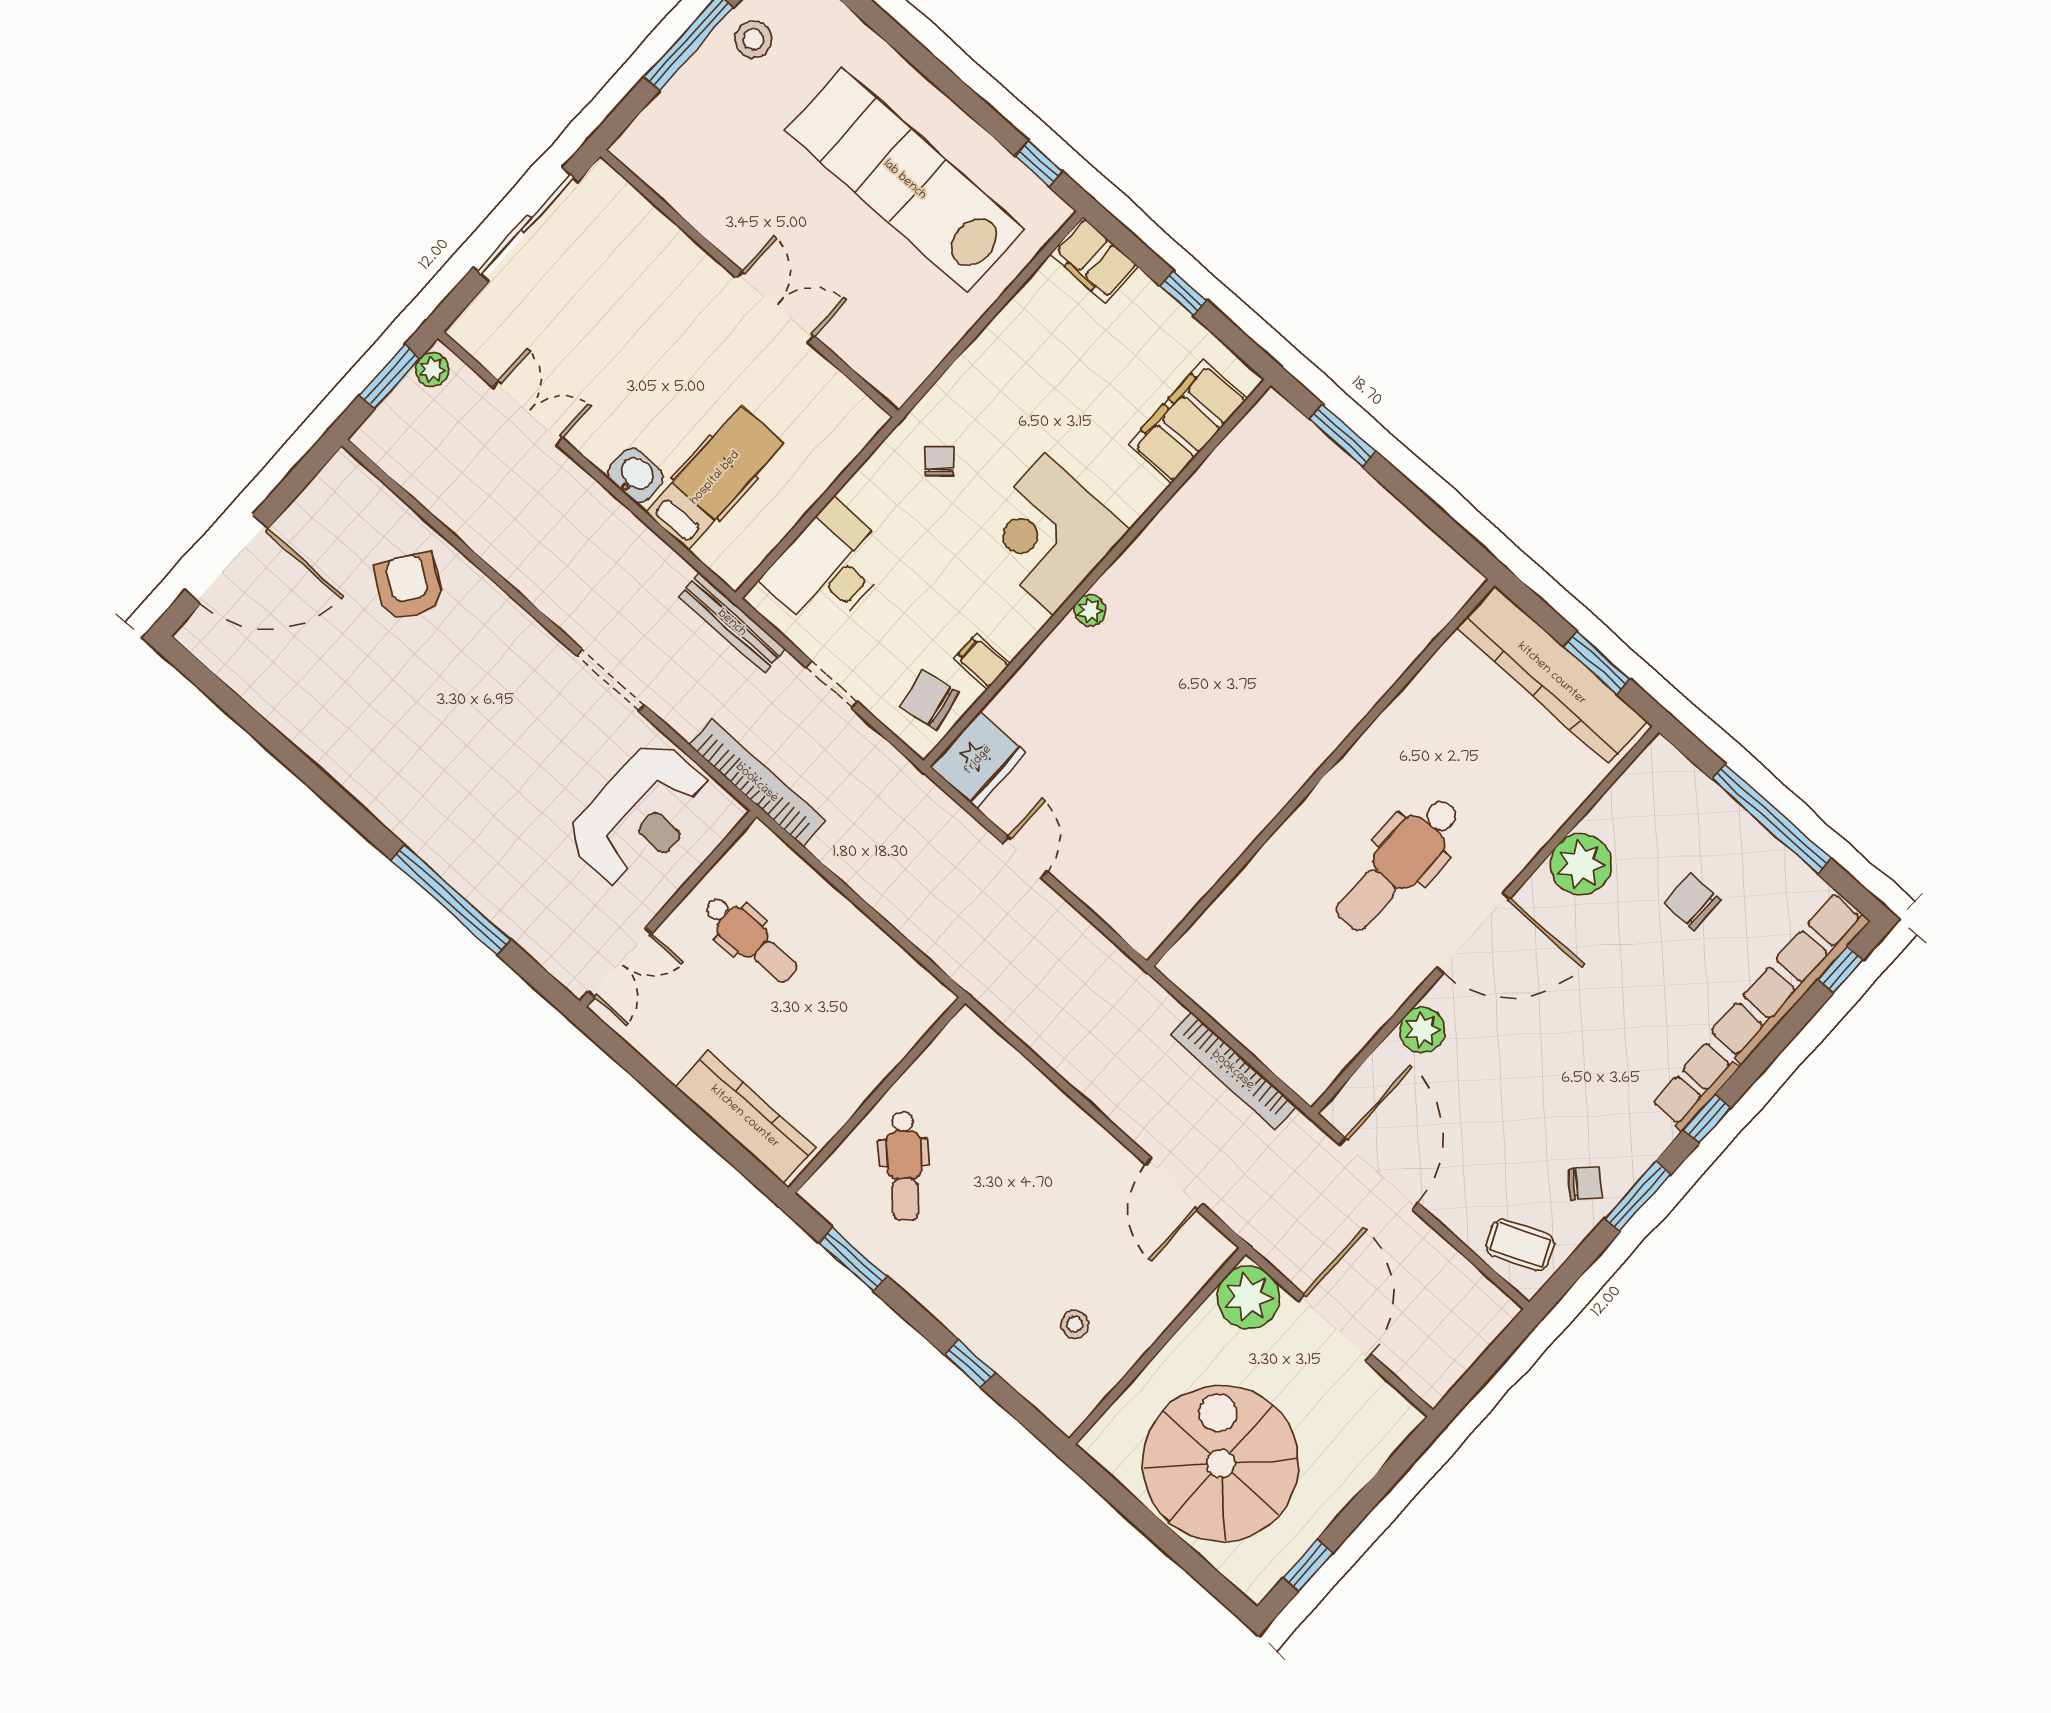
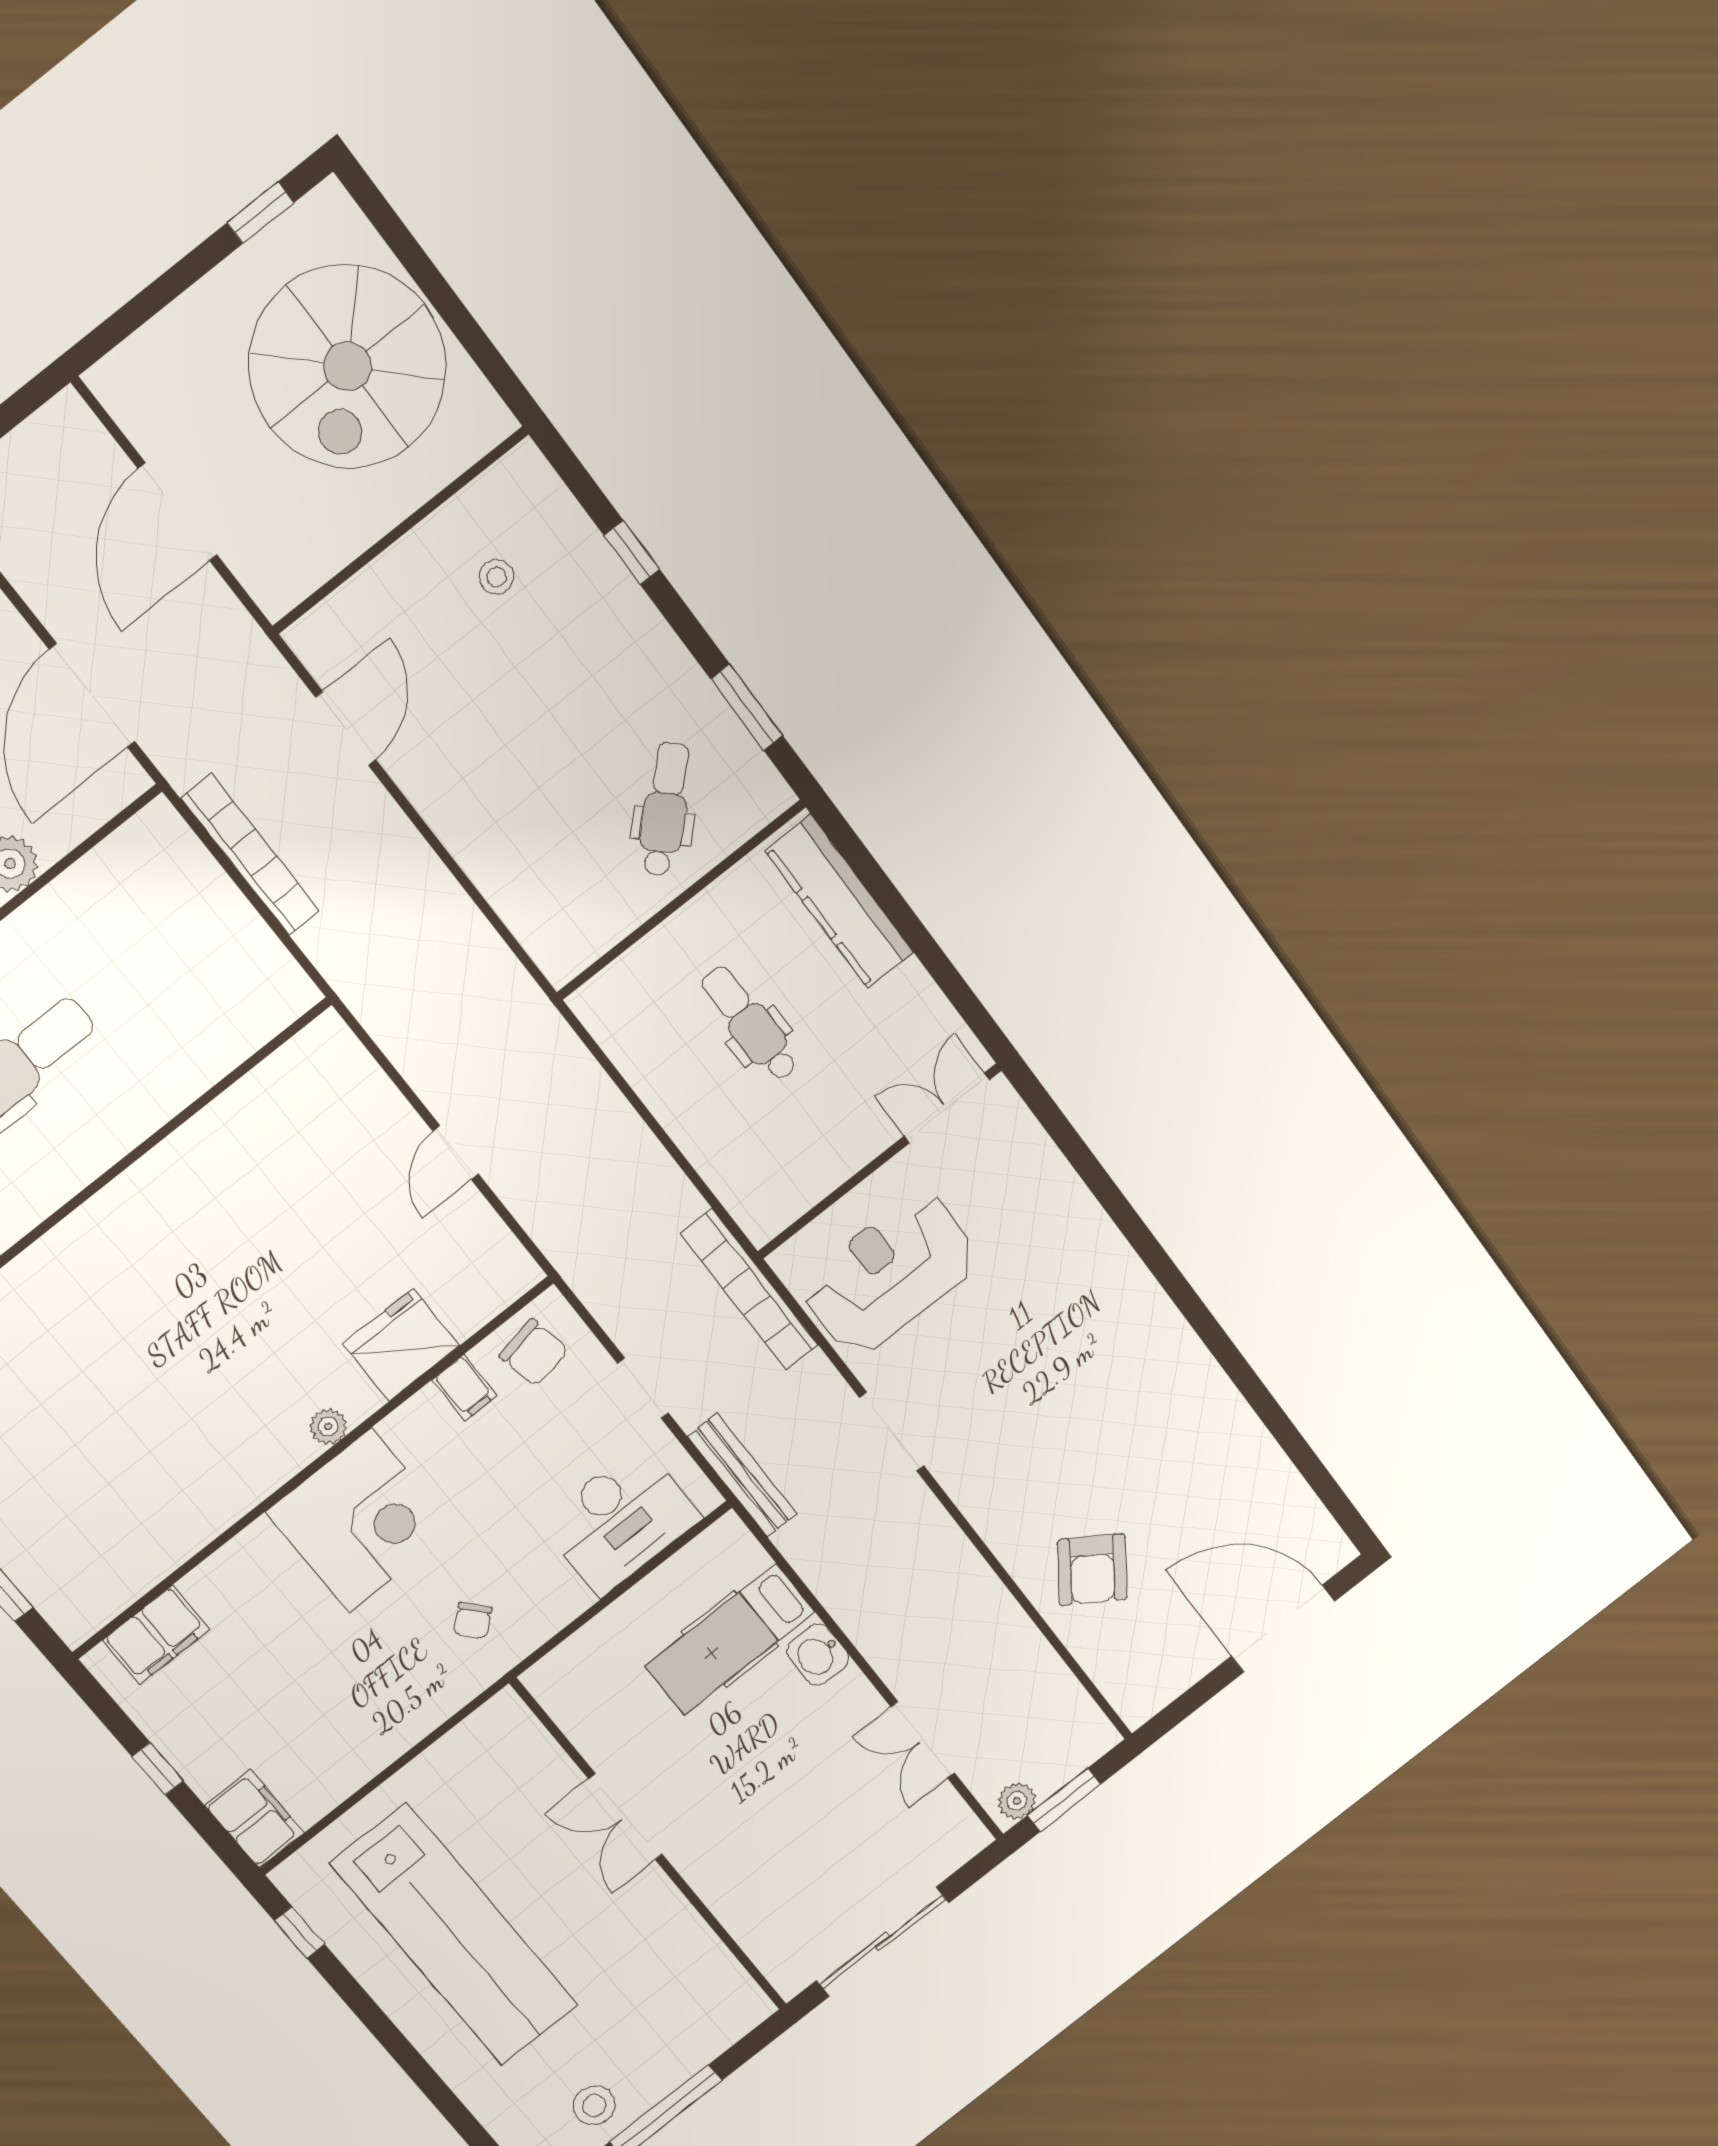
filing cabinet: (1188, 421) -> (156, 1635), width x0.67, depth x0.86
fridge: (978, 760) -> (401, 1345), moved
window: (451, 900) -> (1121, 1212), removed
dental chair: (750, 939) -> (750, 1024), moved
plant: (1248, 1297) -> (278, 570), removed

